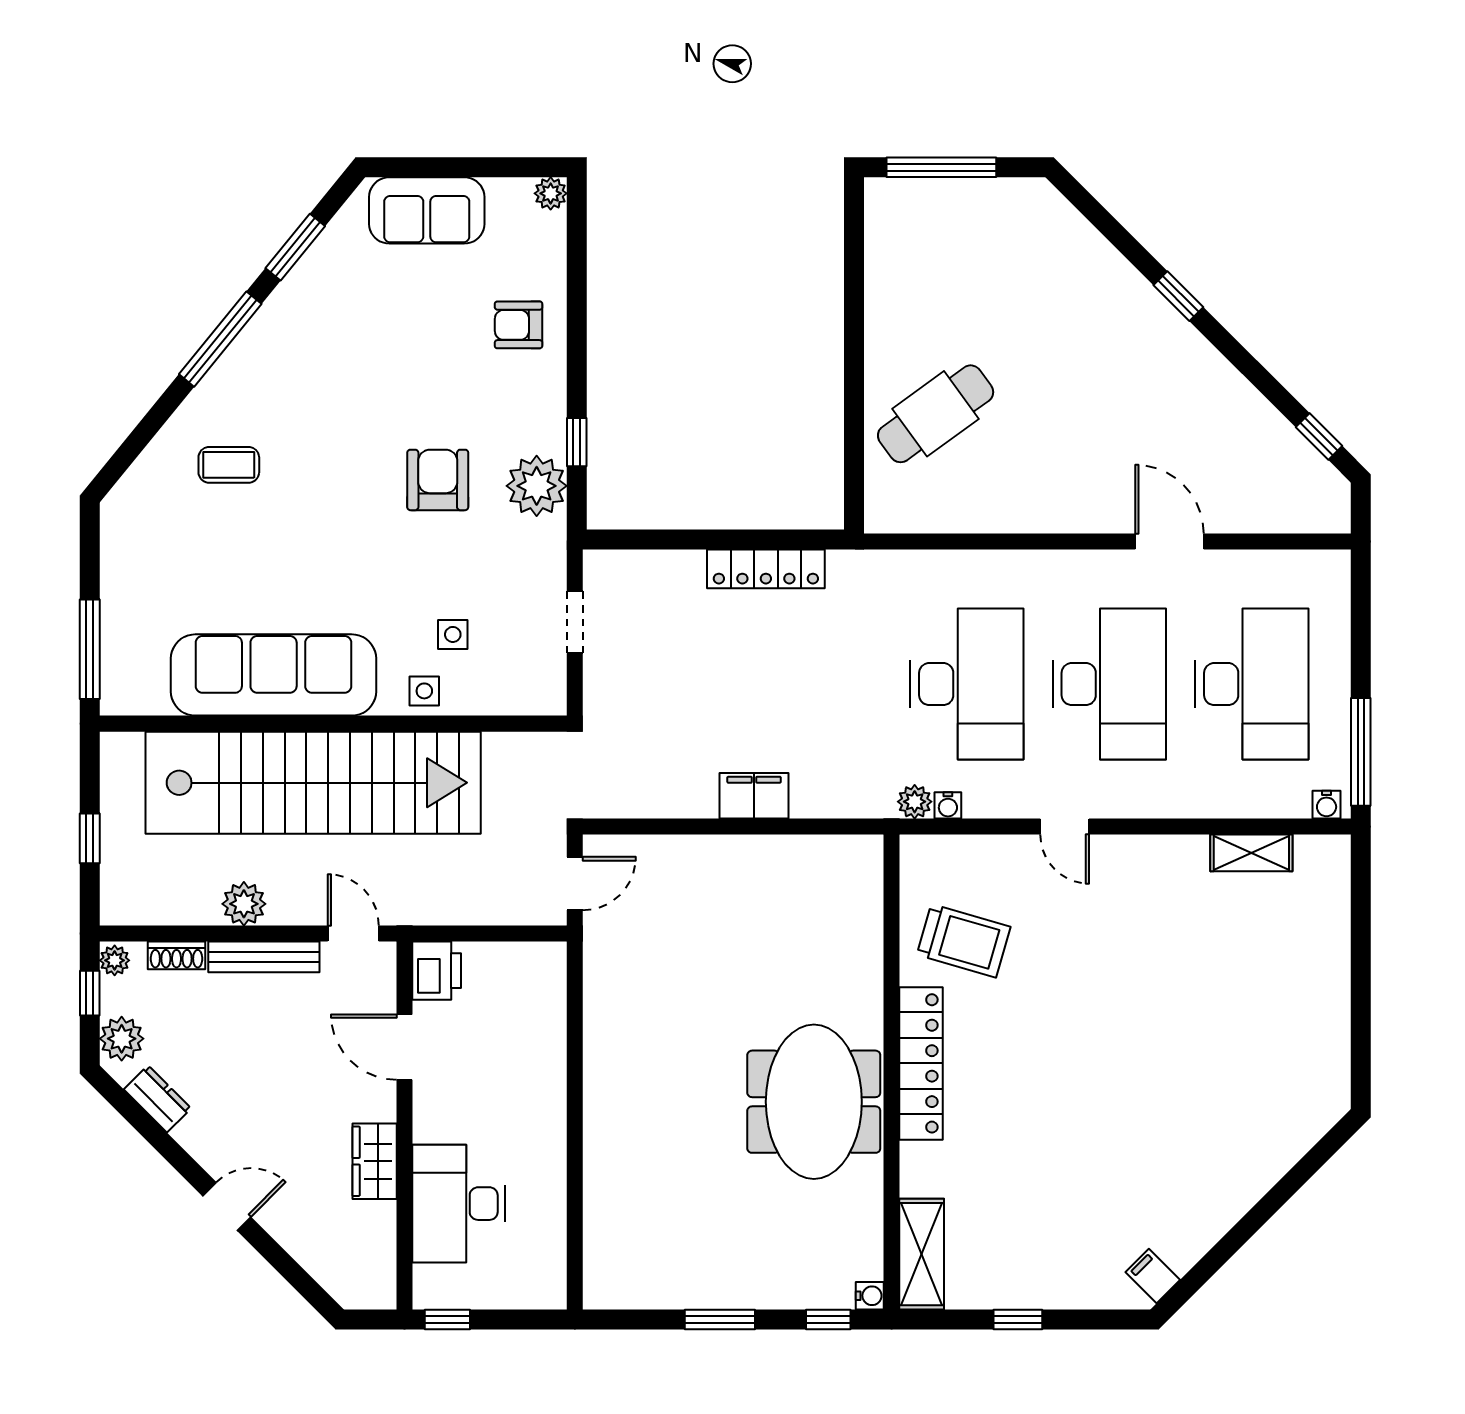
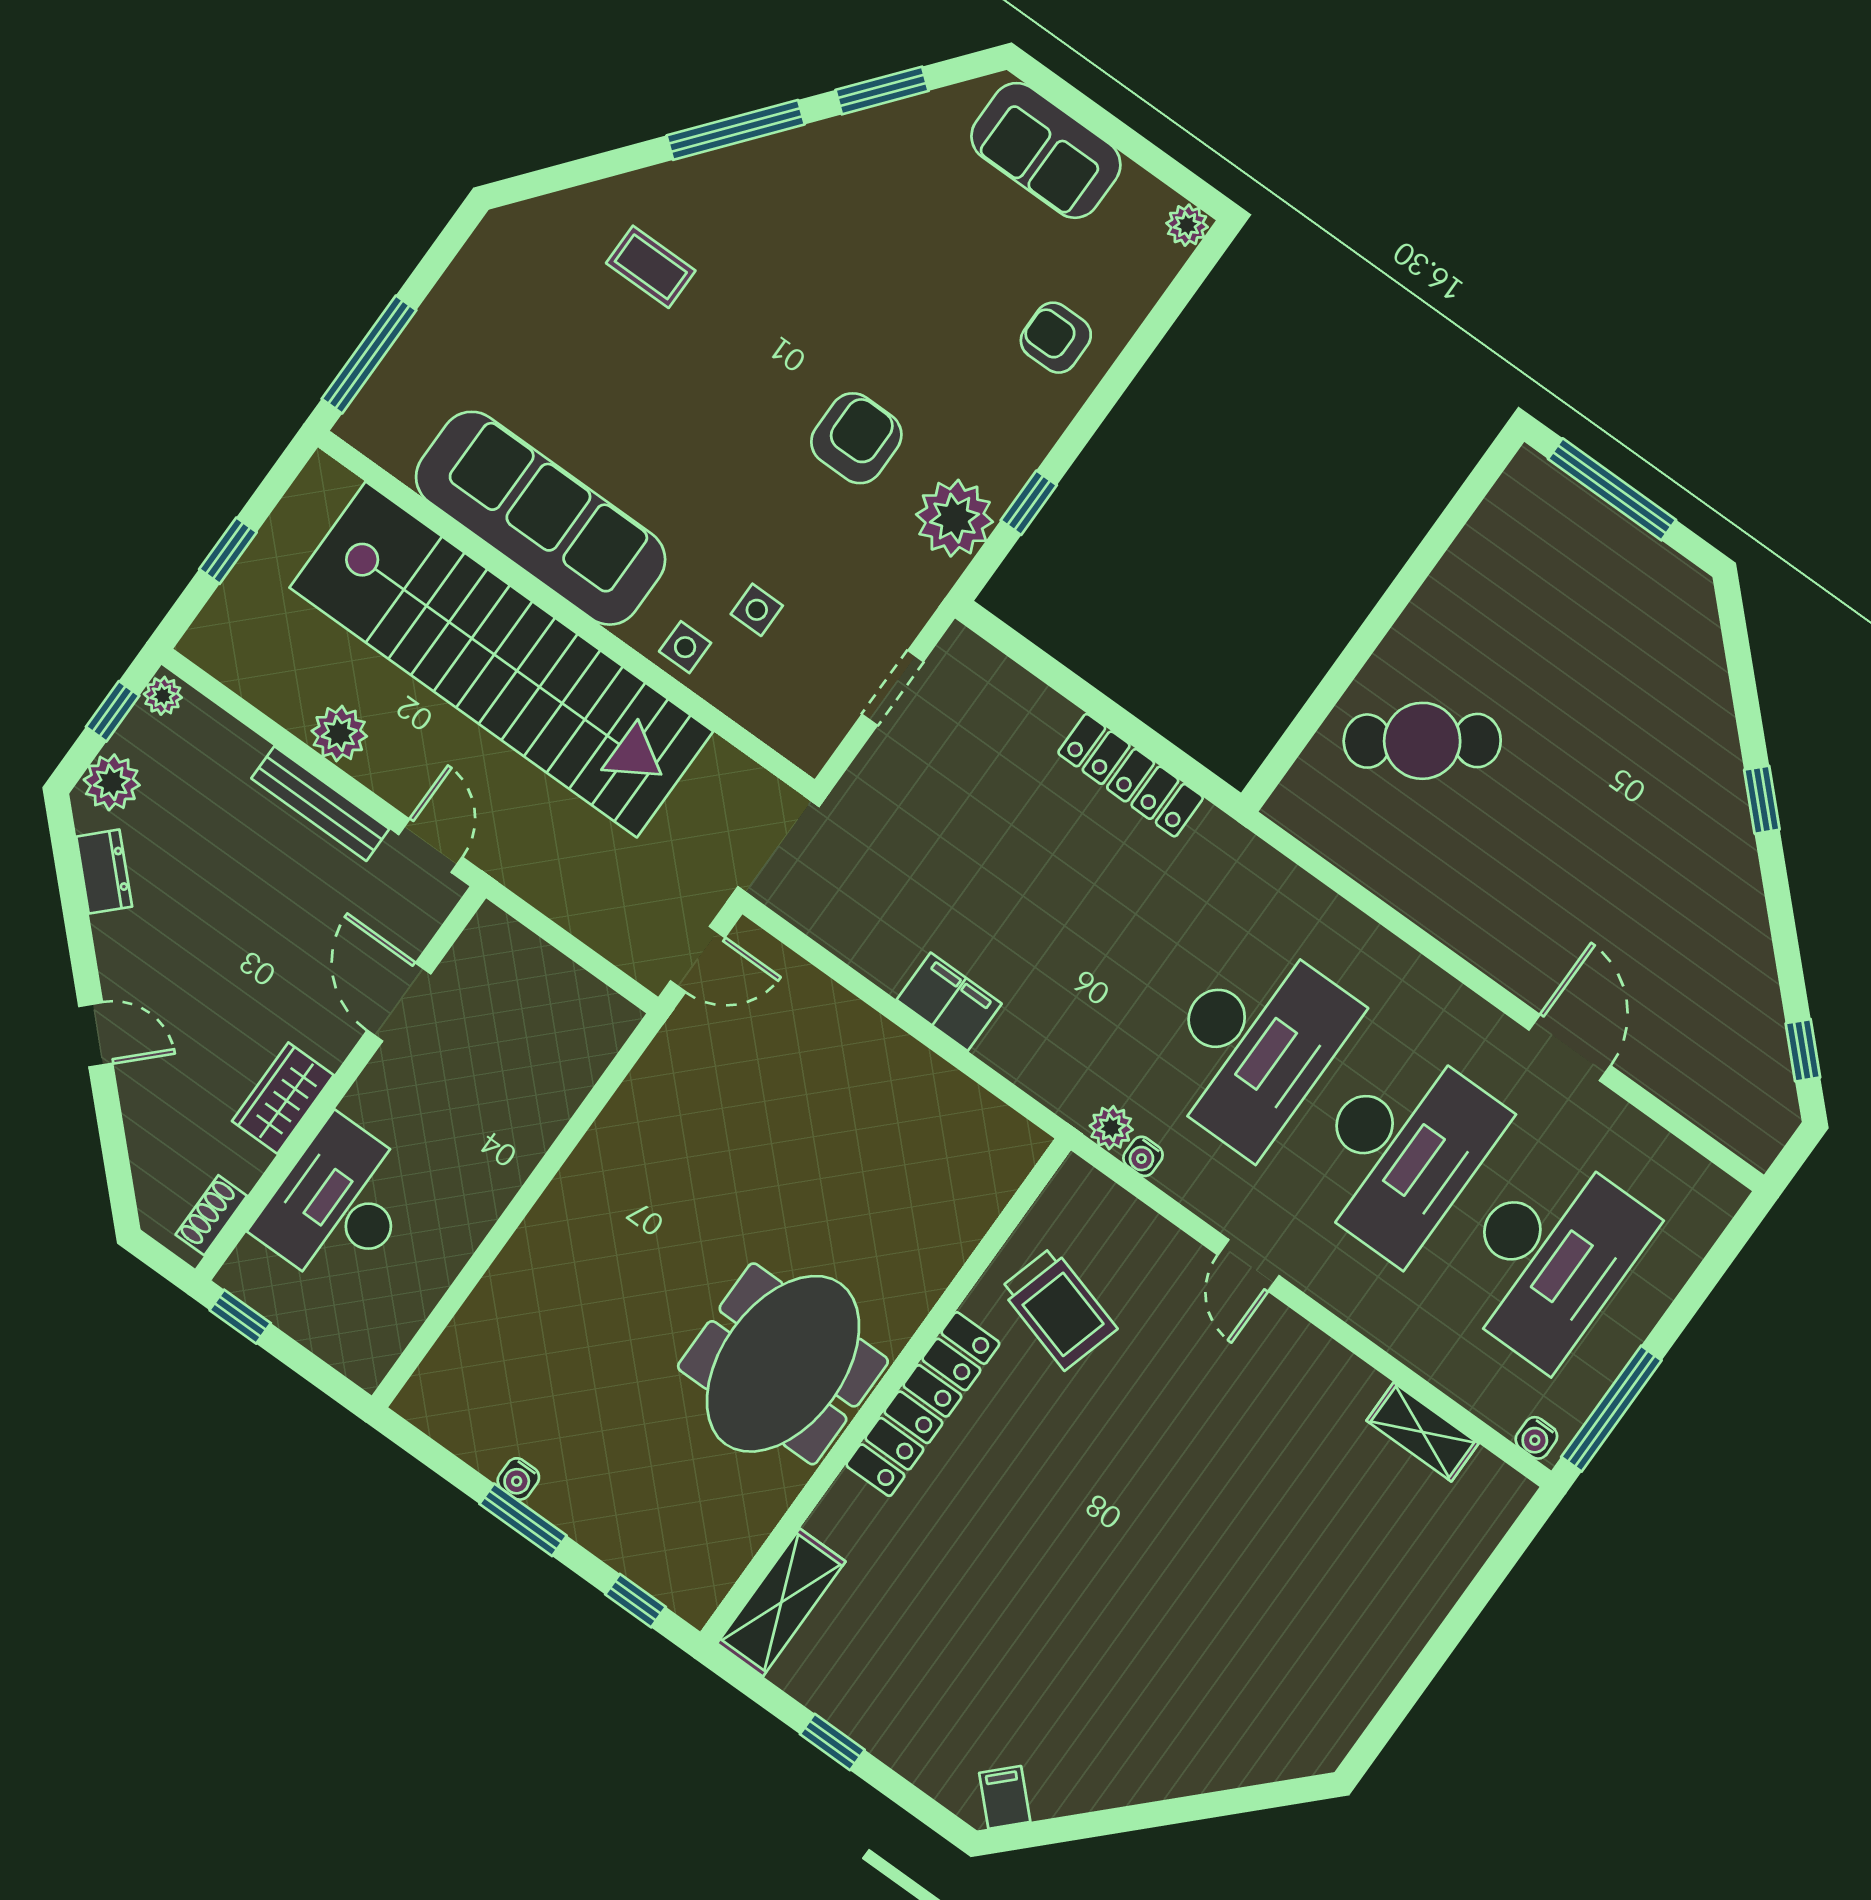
shoe rack: (177, 955) -> (211, 1215), moved, turned 90
printer: (437, 971) -> (489, 947), removed
water cooler: (870, 1296) -> (518, 1479), moved, turned 90

